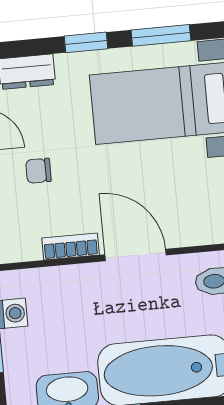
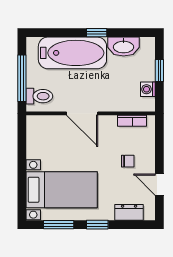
bookcase: (71, 246) -> (132, 121), moved

